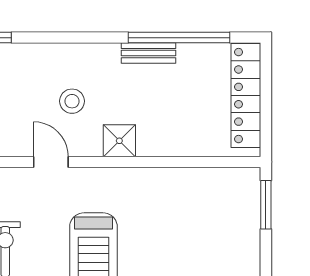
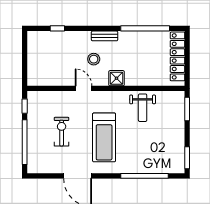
bench: (148, 53) -> (105, 36), moved
weight bench: (173, 202) -> (143, 108), added

